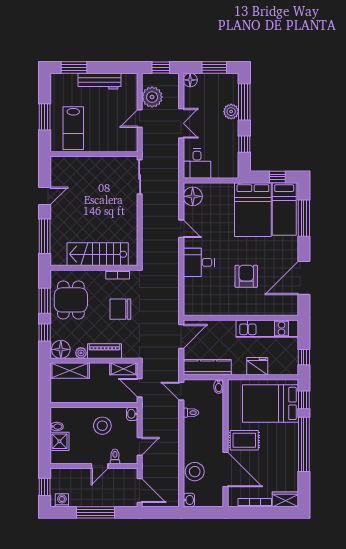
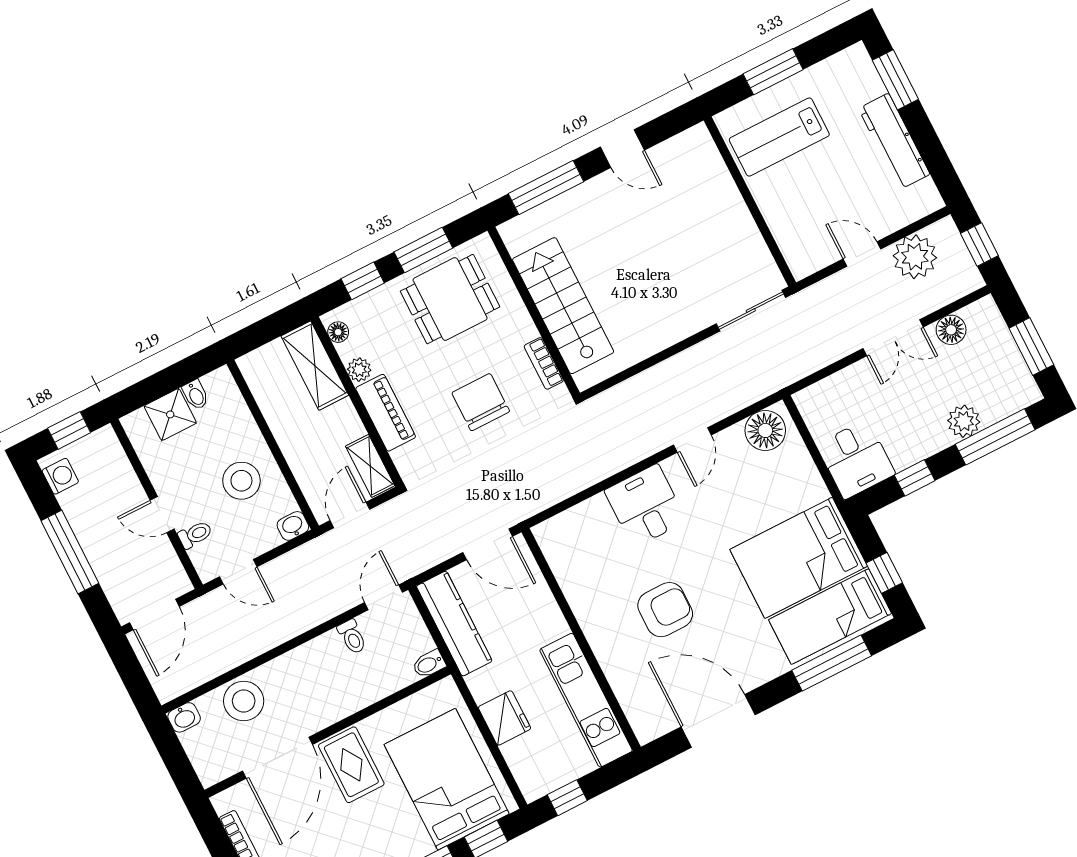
floor lamp: (190, 80) -> (951, 330), moved
desk: (197, 164) -> (856, 459), moved, turned -90
floor lamp: (61, 349) -> (338, 332), width x0.53, depth x0.53

